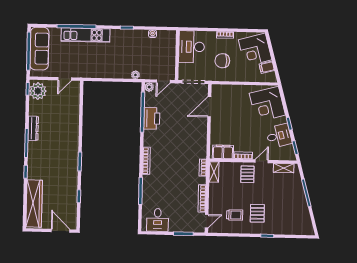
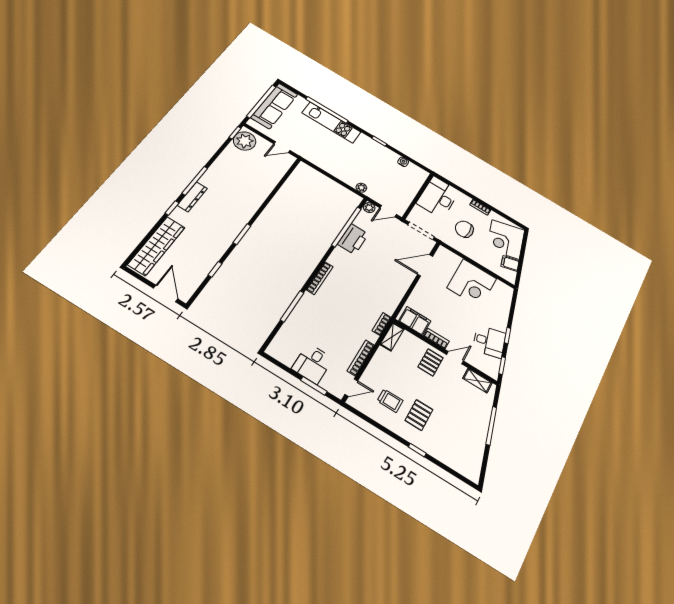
corner desk: (267, 104) -> (472, 283), moved, turned -75
dresser: (33, 128) -> (192, 197), moved
desk: (158, 220) -> (312, 364), moved

